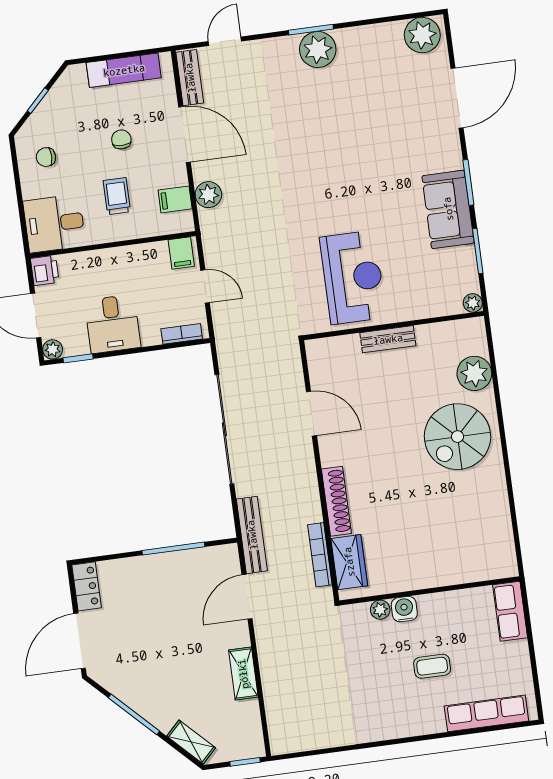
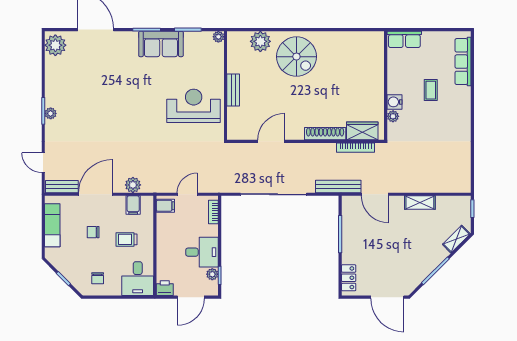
plant: (318, 49) -> (51, 113), width x0.53, depth x0.53
plant: (53, 349) -> (212, 274), moved
locker: (87, 586) -> (349, 278), moved, turned 90

